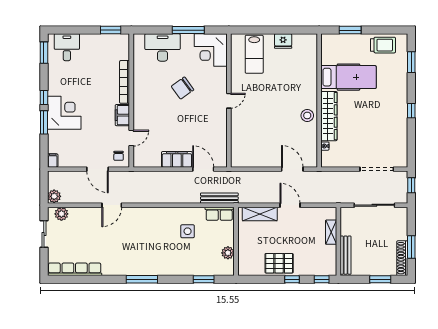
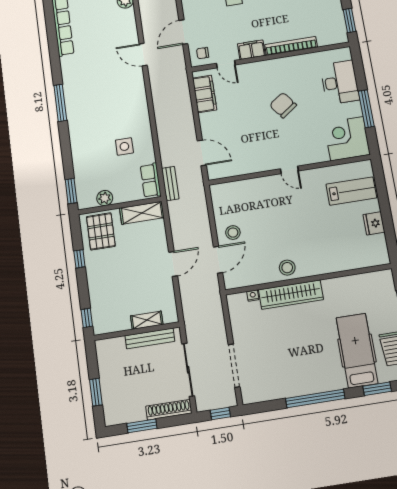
lab bench: (254, 54) -> (351, 191), turned 180
hospital bed: (348, 77) -> (357, 351), moved, turned 180
chair: (183, 88) -> (283, 105), moved
window: (411, 111) -> (315, 398), width x3.17
stool: (272, 154) -> (233, 233), added
filing cabinet: (177, 159) -> (205, 94), moved
door: (203, 169) -> (202, 153), hinge flipped
bench: (219, 198) -> (170, 183), width x0.73
shelving: (260, 214) -> (142, 213), moved, turned 90
bench: (346, 255) -> (150, 338), moved
shoe rack: (402, 258) -> (169, 410), moved
pallet: (279, 263) -> (101, 231), moved
window: (204, 279) -> (71, 191), moved
window: (292, 279) -> (79, 259), moved

